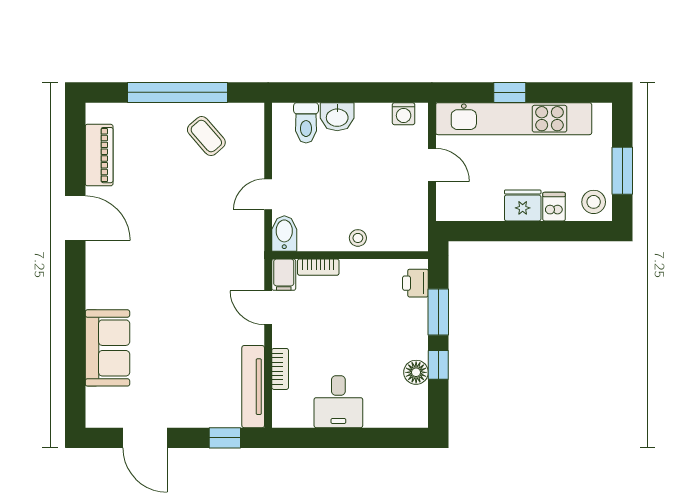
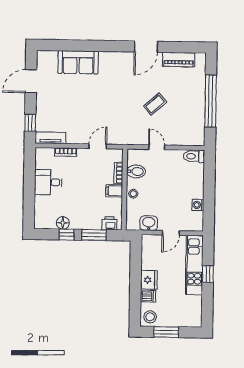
washing machine: (404, 114) -> (198, 205), moved
washbasin: (337, 117) -> (149, 223), moved, turned 90
kitchen unit: (514, 119) -> (194, 265), width x0.73
toilet: (306, 123) -> (194, 156), moved
coffee table: (206, 136) -> (155, 104), moved
bidet: (284, 233) -> (136, 171), moved
filing cabinet: (284, 275) -> (114, 191), moved
tv unit: (253, 387) -> (50, 138), width x0.71

